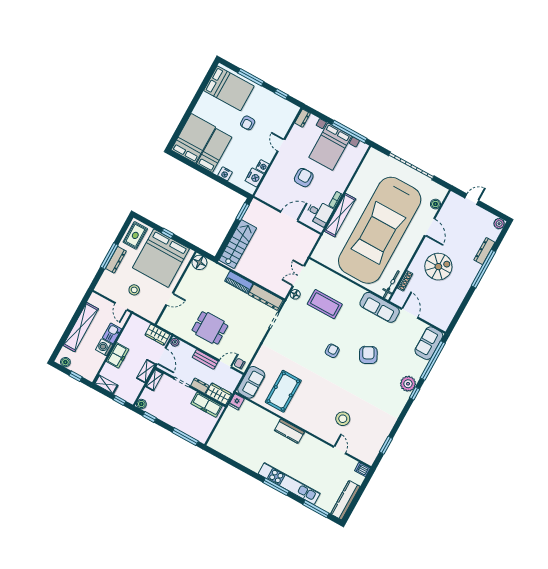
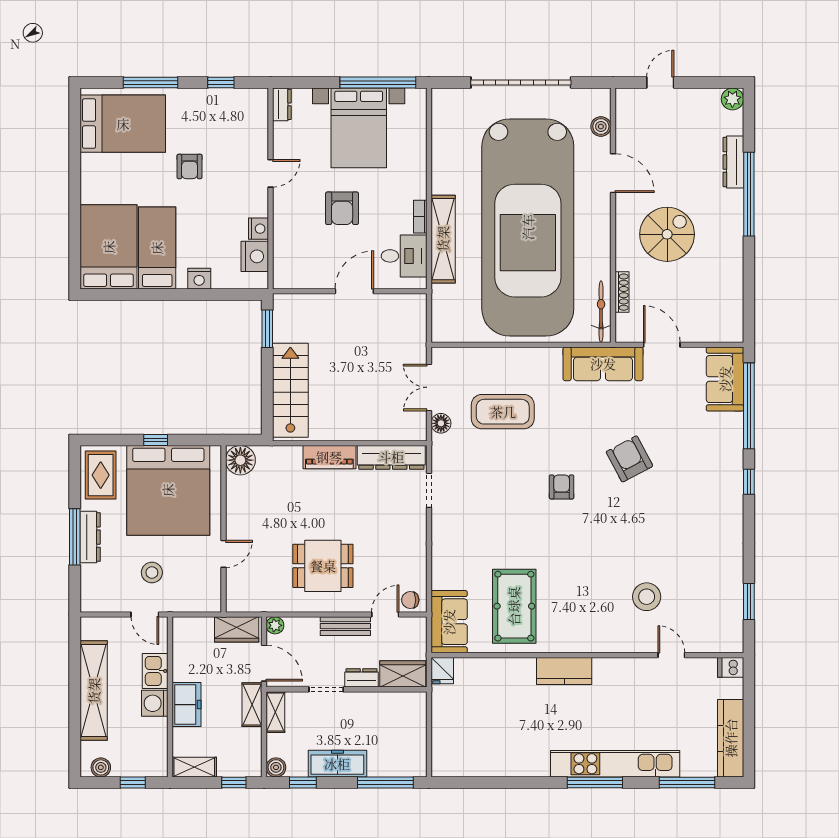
door: (281, 145) -> (271, 173), swing flipped
armchair: (304, 178) -> (342, 208), turned 180
plant: (408, 384) -> (728, 471), removed
freezer: (207, 405) -> (337, 764), moved, turned 180

